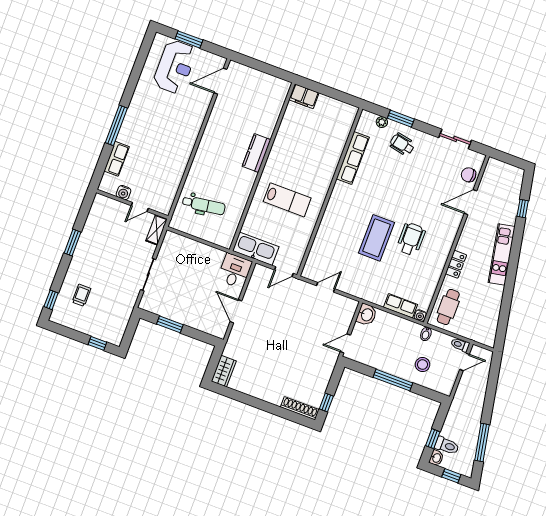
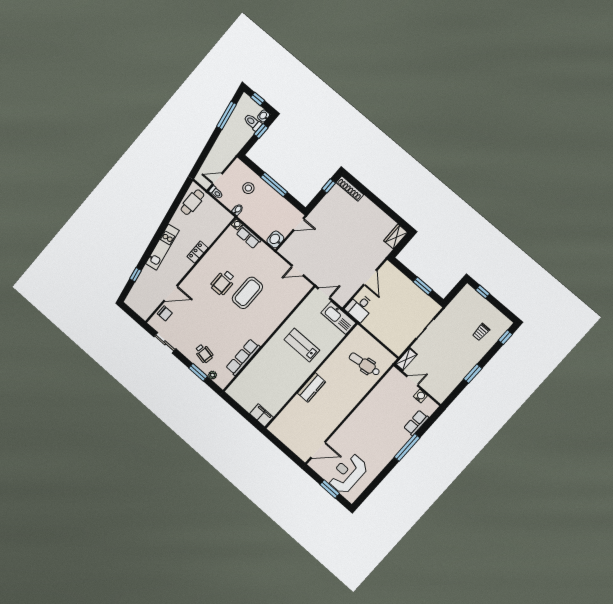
cafe table: (448, 307) -> (192, 202), moved

